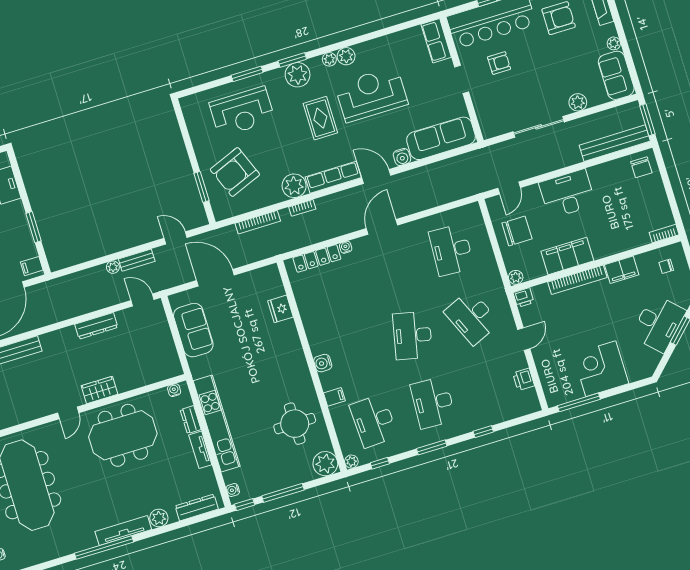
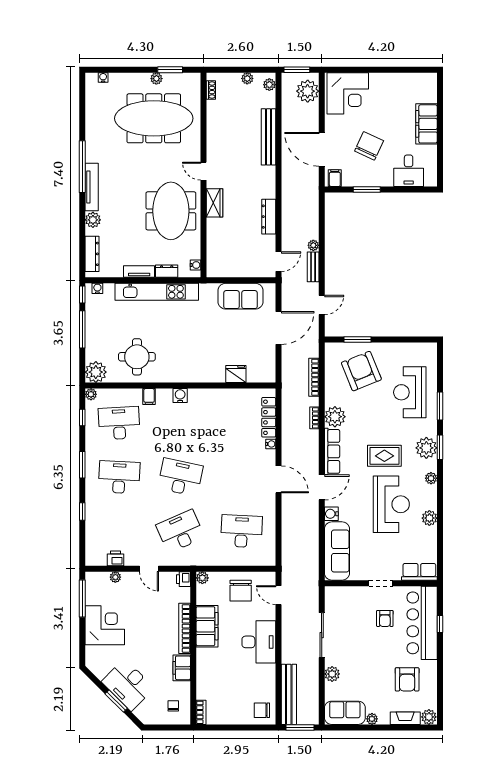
plant: (346, 56) -> (429, 518), moved
plant: (544, 373) -> (115, 577), added

